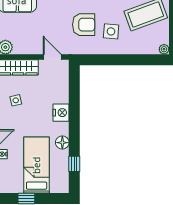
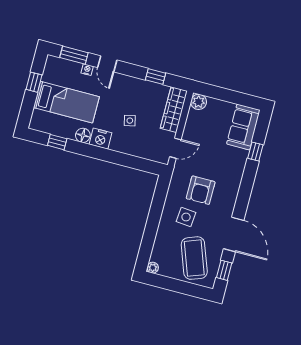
side table: (16, 100) -> (130, 121), moved
nightstand: (61, 113) -> (101, 139), moved

